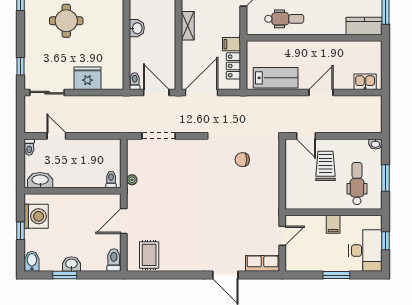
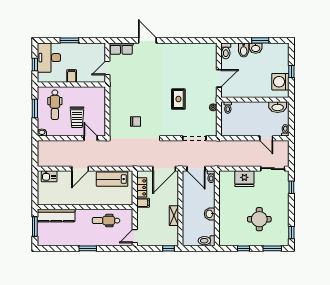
kitchen counter: (364, 26) -> (56, 216), width x1.50
rug: (149, 255) -> (178, 99), moved
bidet: (32, 261) -> (244, 50), moved

